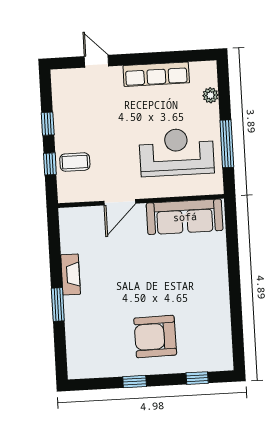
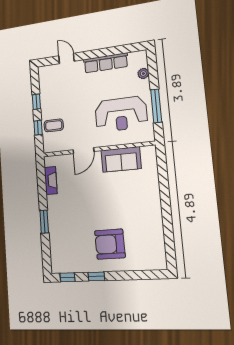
reception desk: (177, 152) -> (121, 114), turned 180
sofa: (185, 217) -> (121, 159), width x0.73
fireplace: (71, 274) -> (51, 181), moved
window: (197, 378) -> (67, 277), moved

